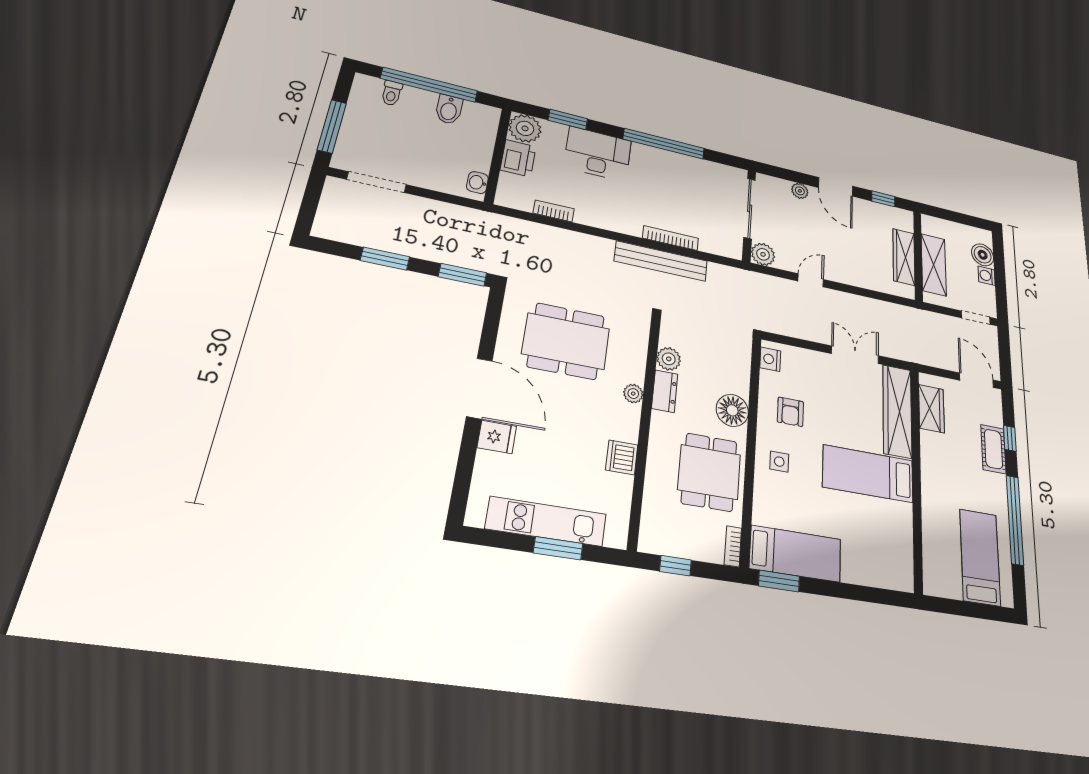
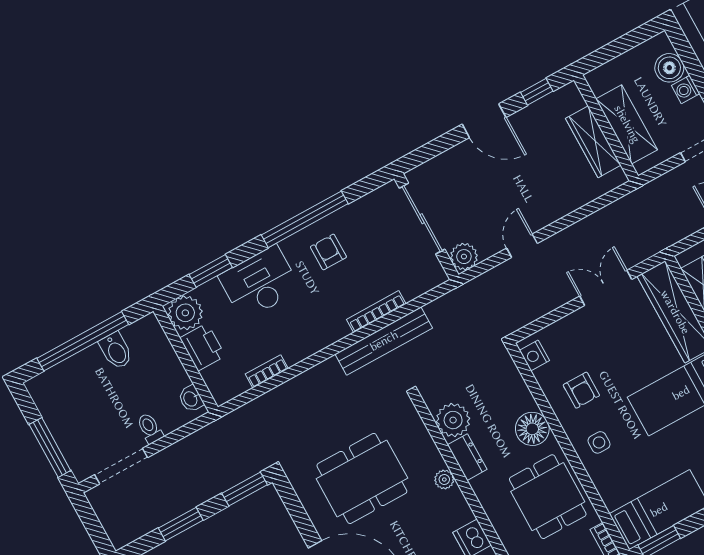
toilet: (392, 93) -> (150, 428), moved, turned 180
armchair: (665, 175) -> (328, 252), added
plant: (800, 191) -> (454, 157), removed
plant: (669, 359) -> (453, 420), width x1.36, depth x1.36

